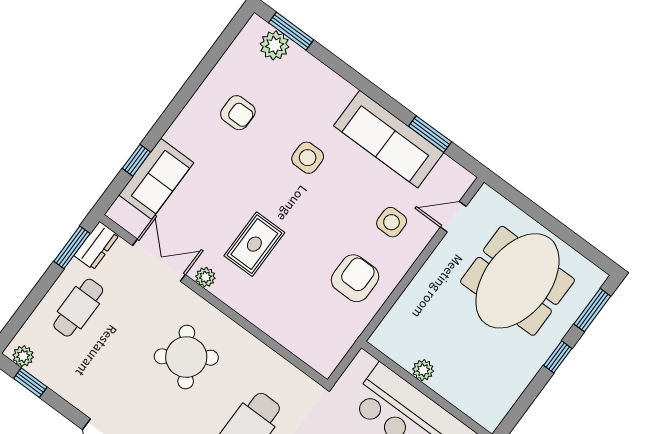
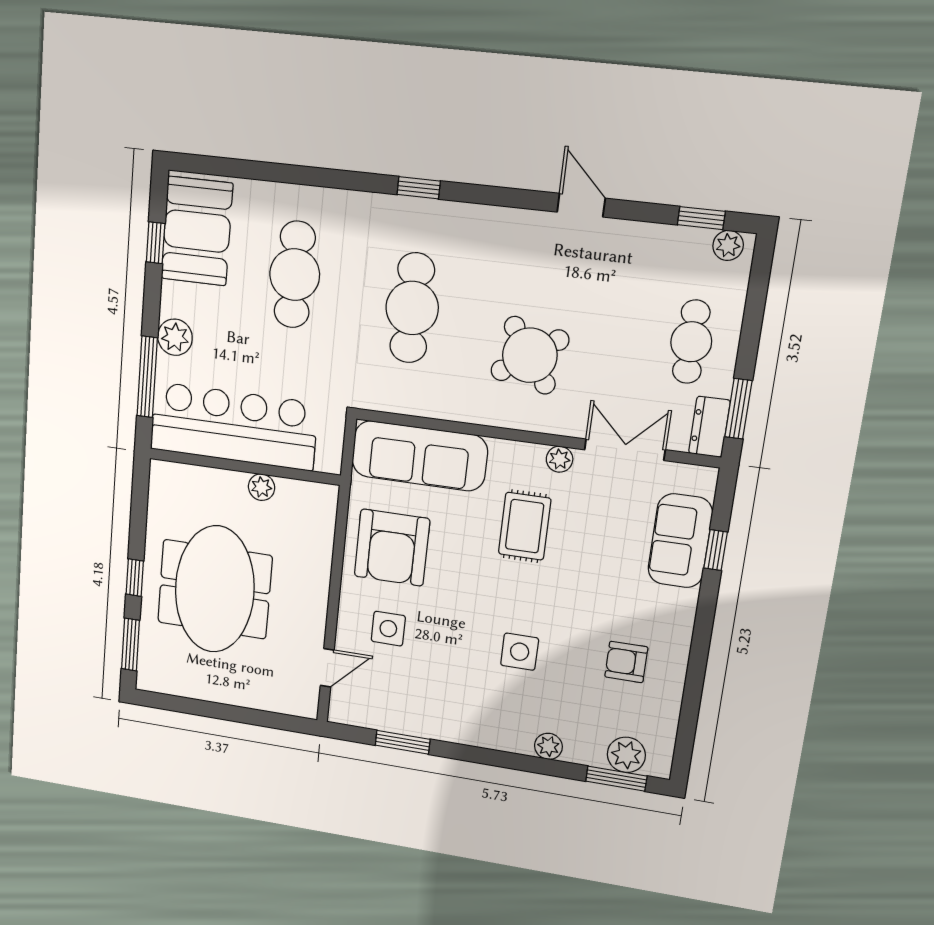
plant: (326, 79) -> (548, 746), added
sofa: (389, 139) -> (419, 456), moved, turned 180
double door: (159, 260) -> (625, 450), swing flipped
armchair: (355, 278) -> (392, 548), width x1.36, depth x1.36
meeting table: (517, 281) -> (215, 589), moved

